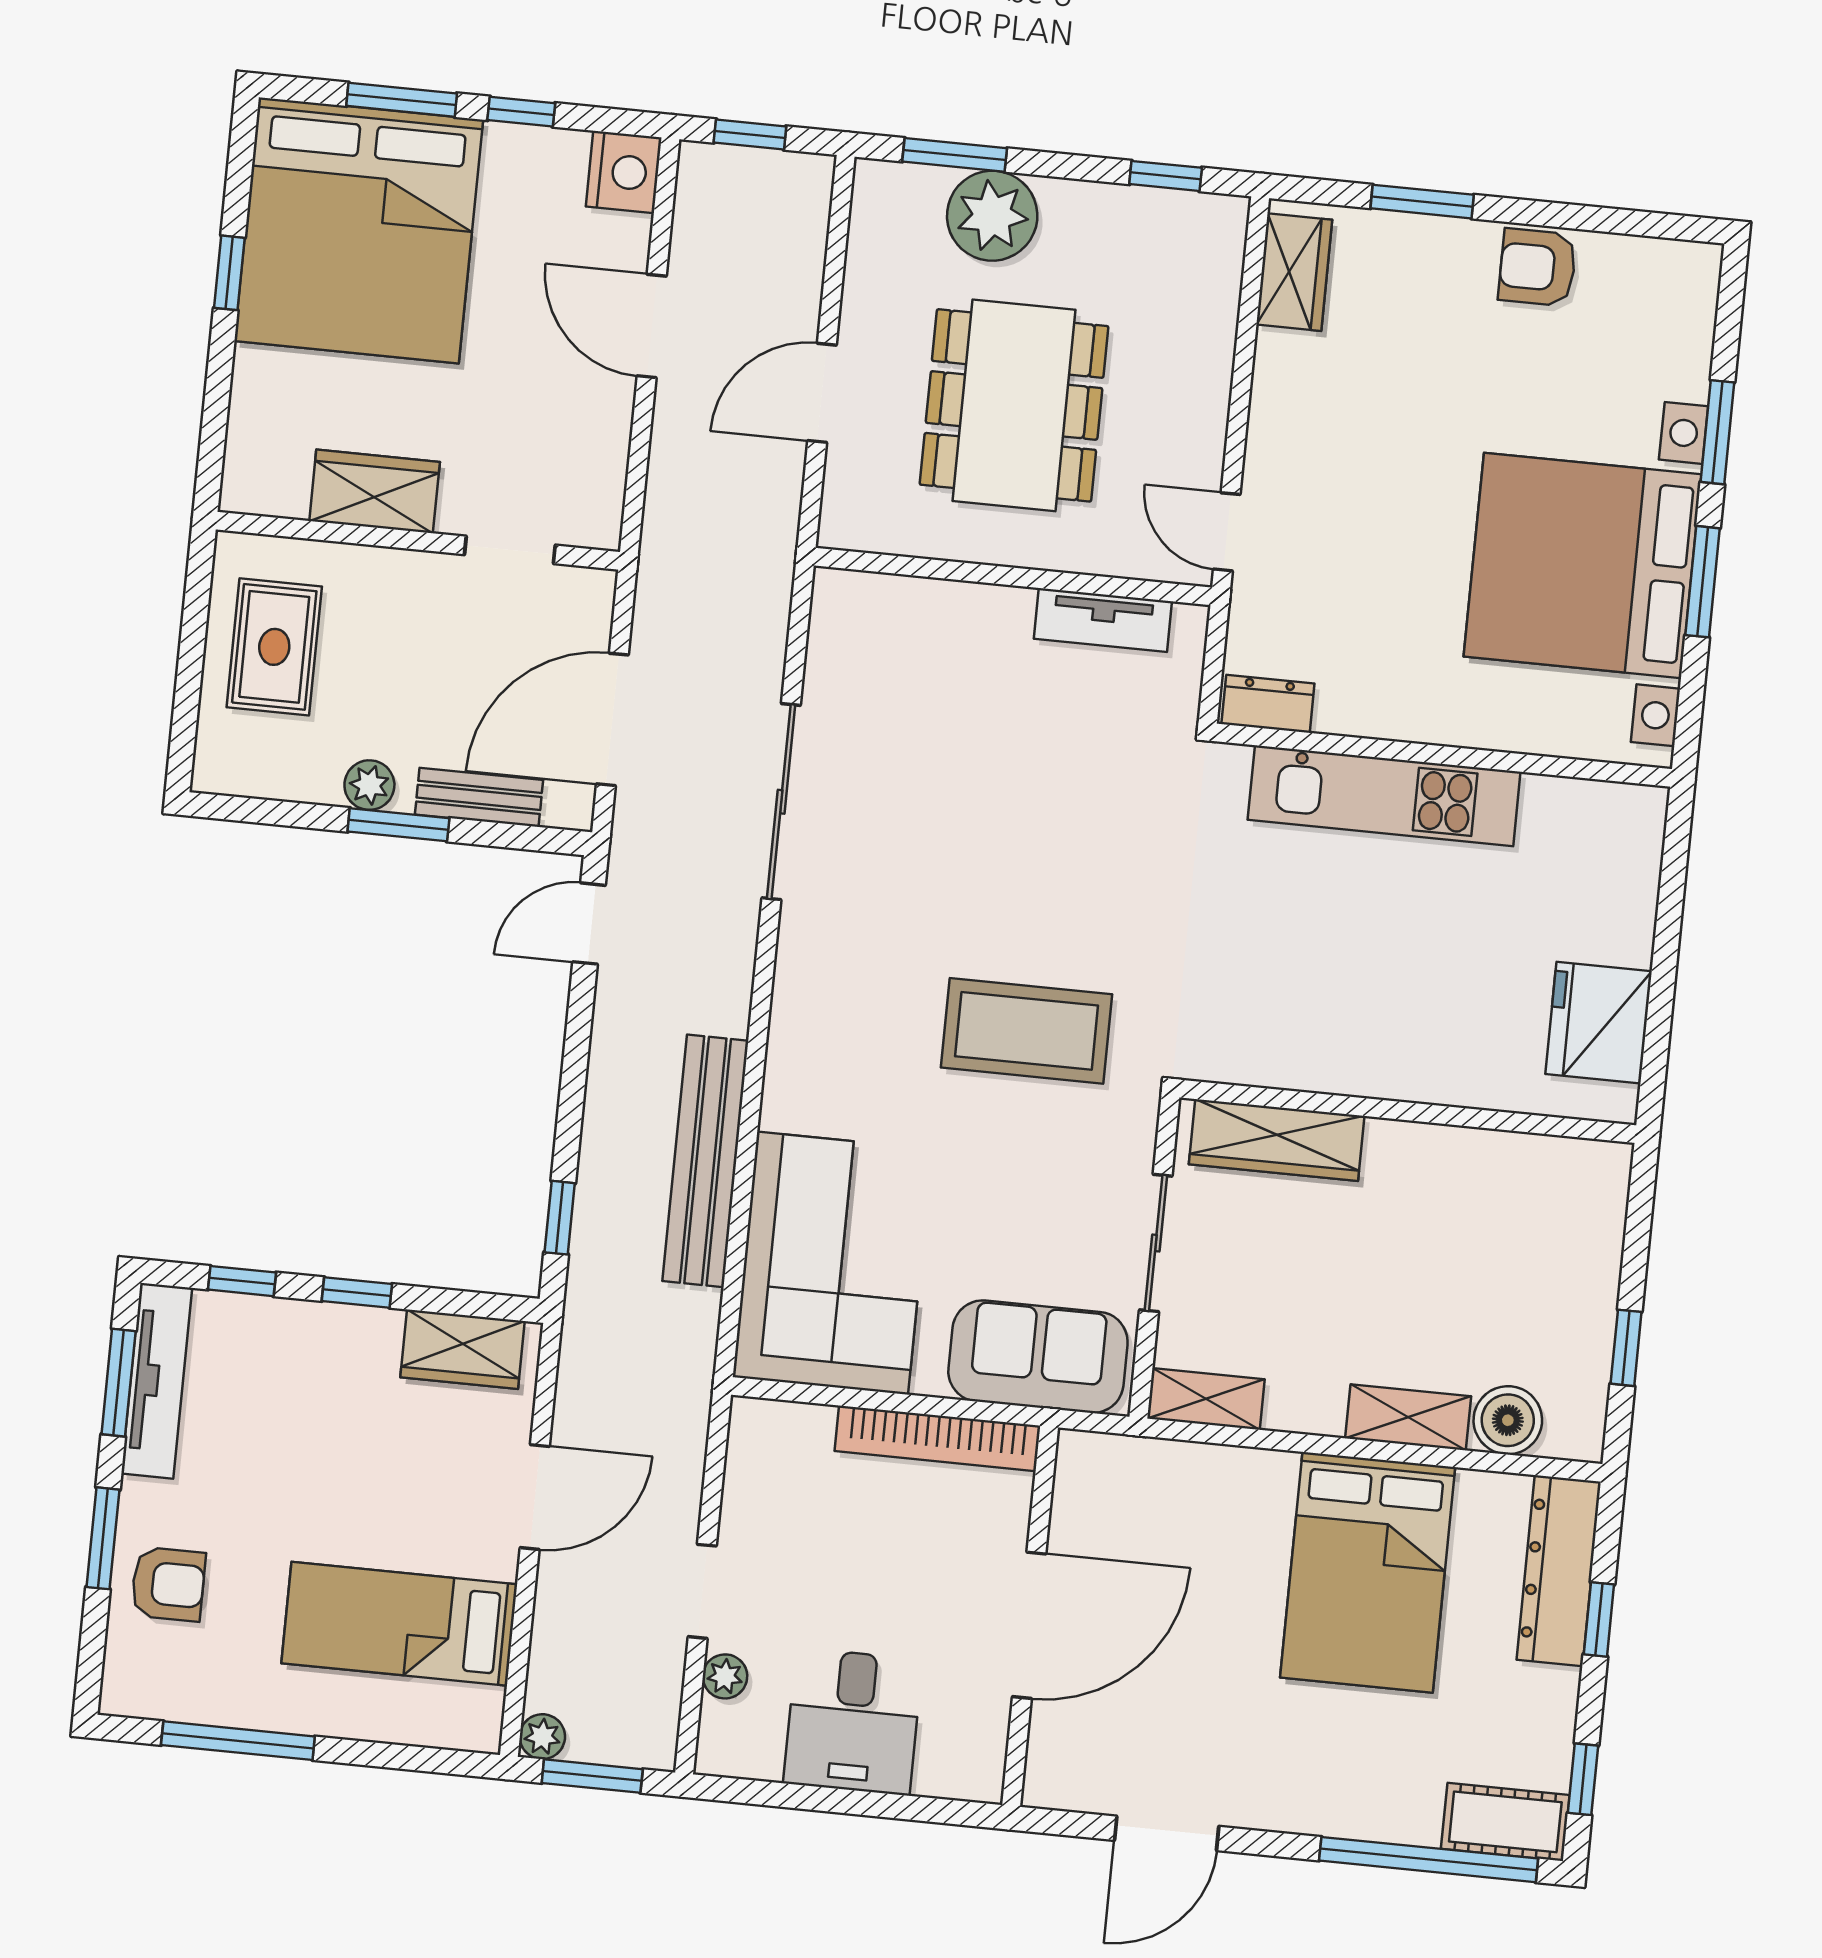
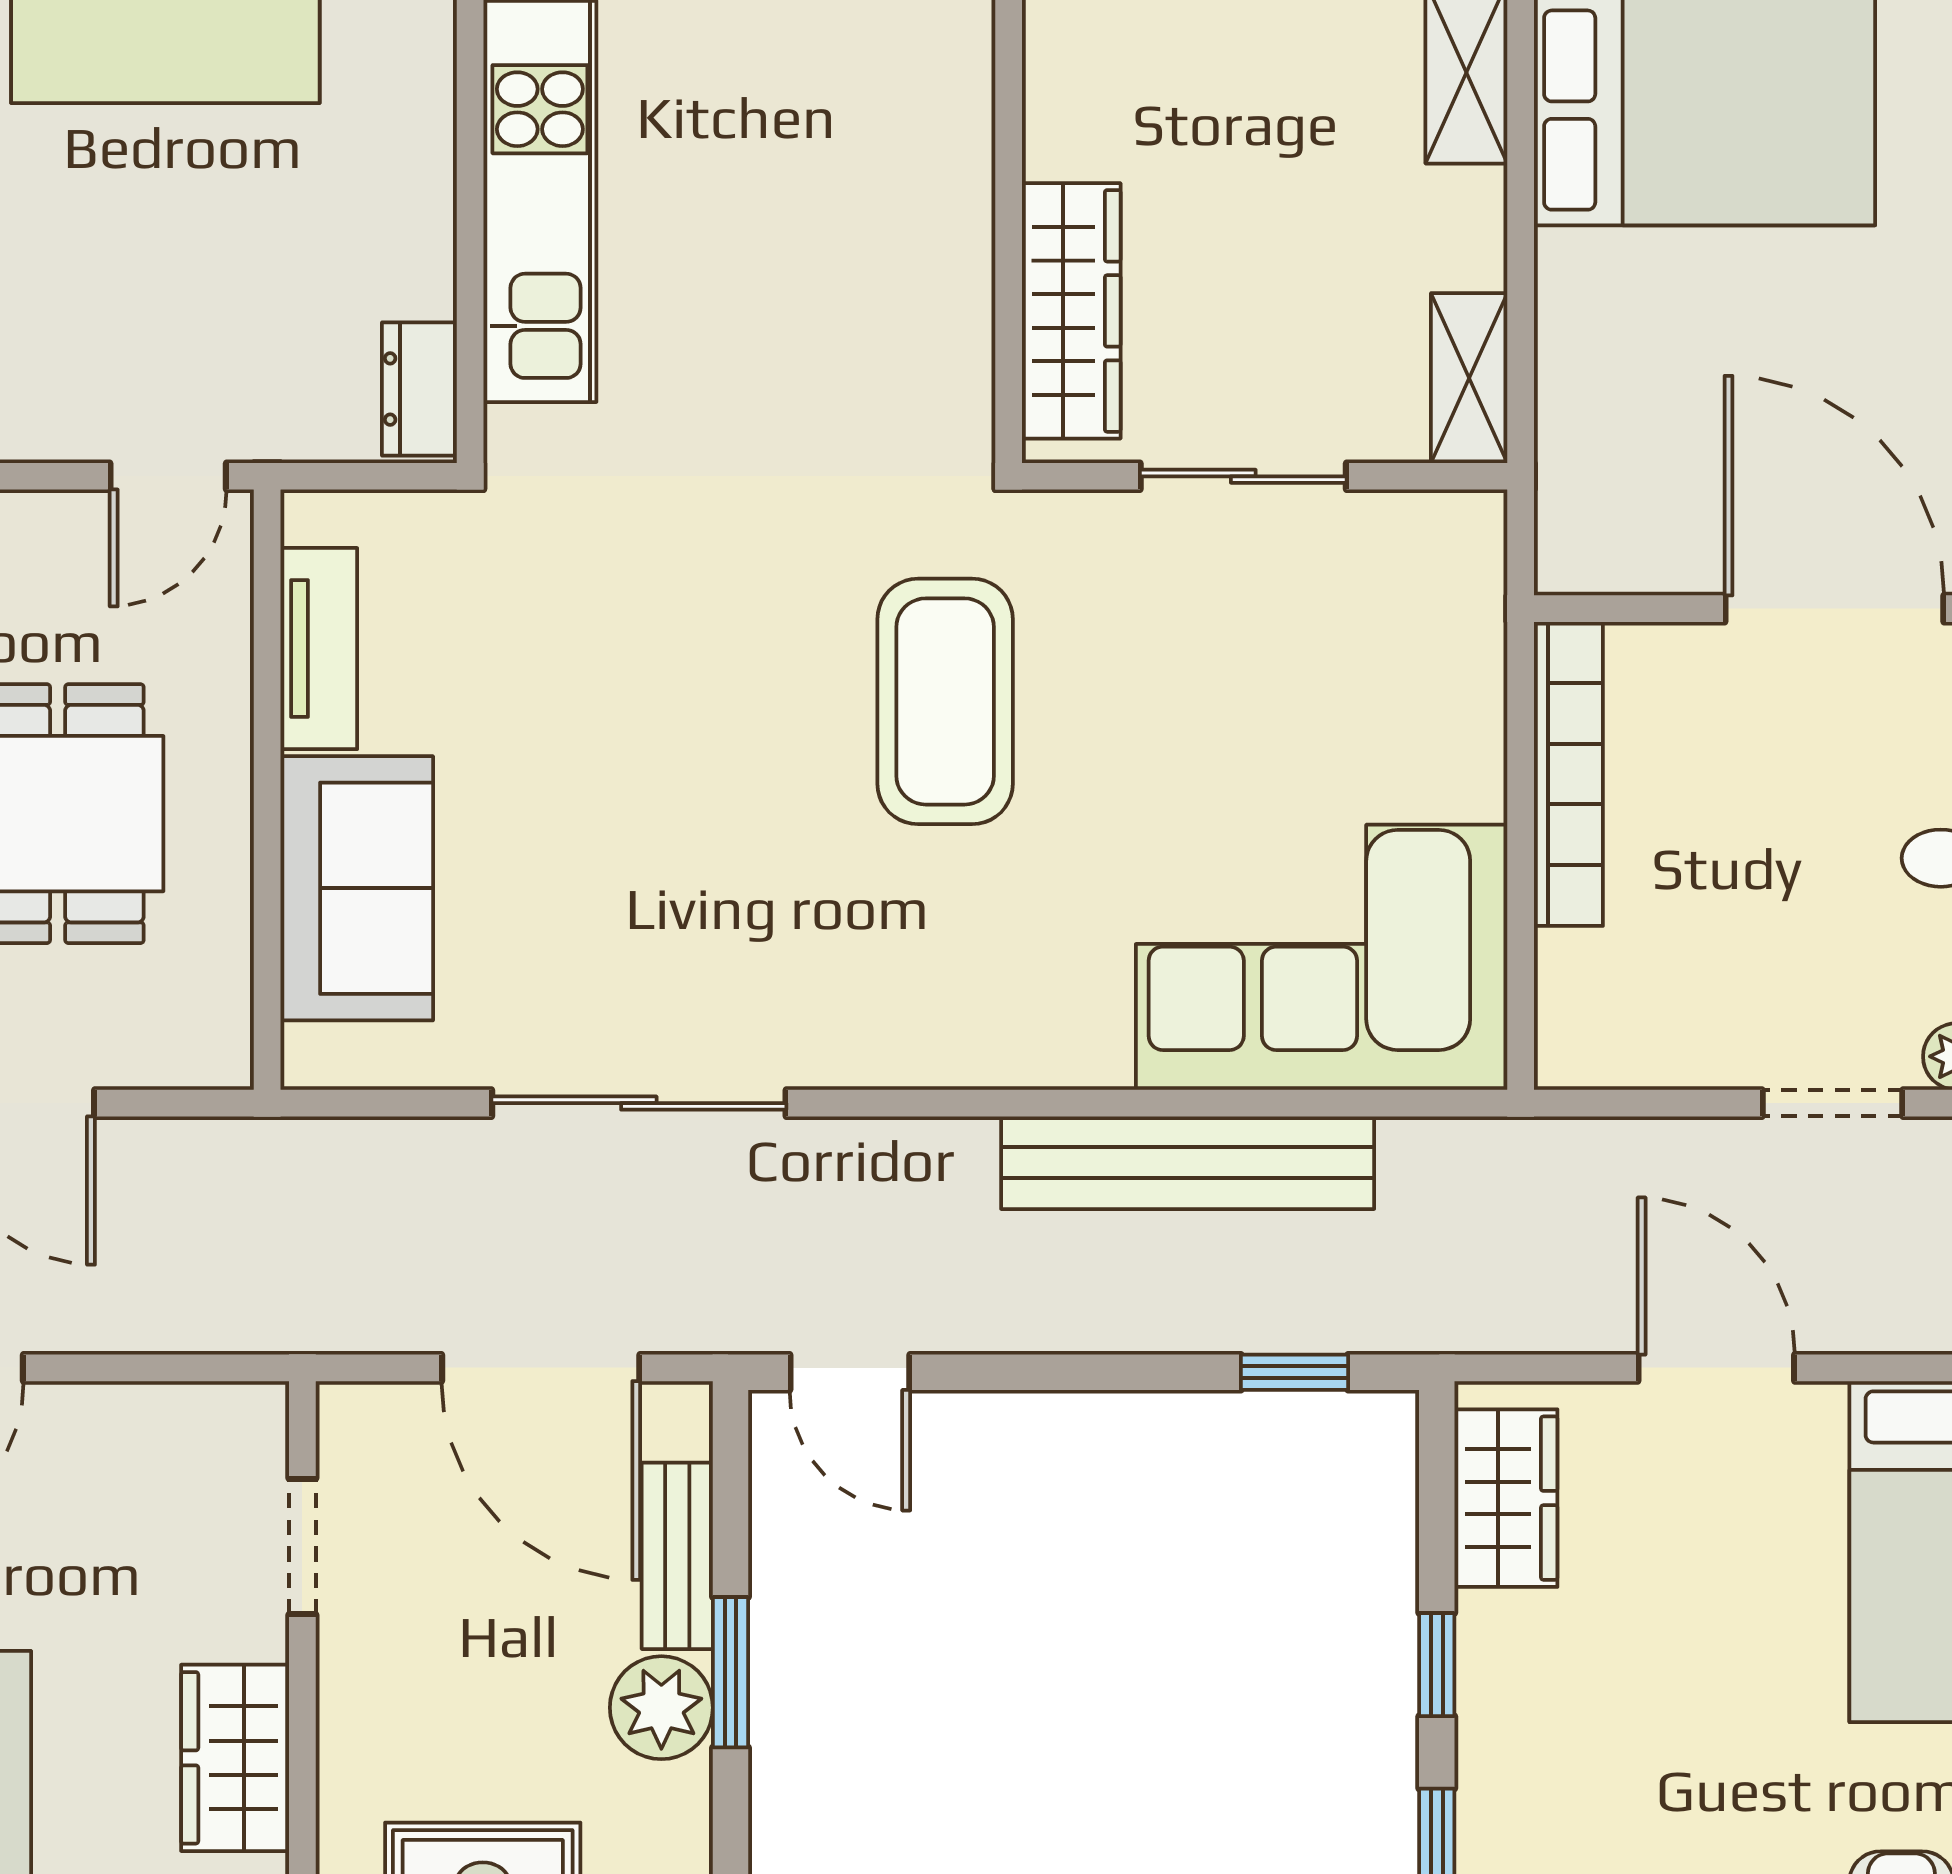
plant: (369, 785) -> (661, 1708), width x1.38, depth x1.38
sofa: (1038, 1357) -> (357, 888), moved, turned 180

